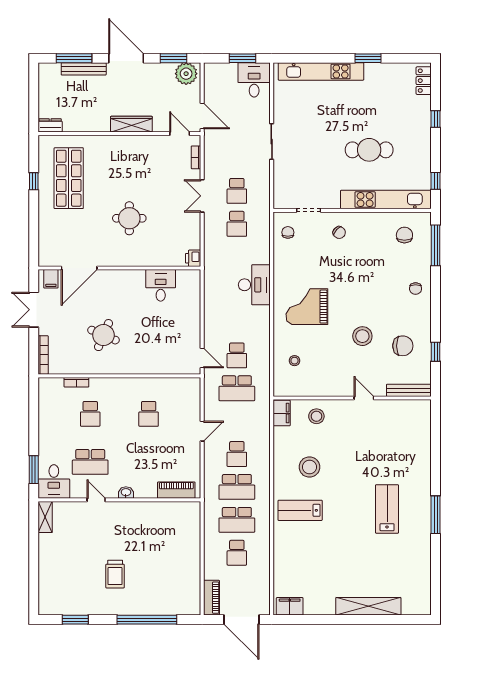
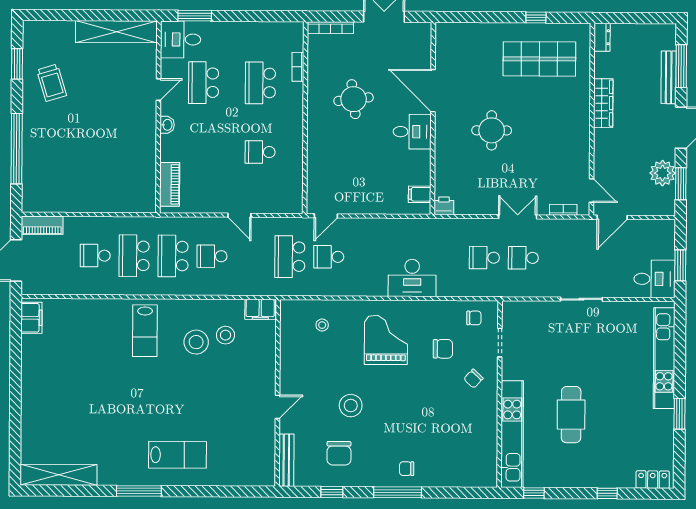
plant: (186, 74) -> (663, 173), moved
wardrobe: (131, 124) -> (603, 103), moved
door: (180, 134) -> (592, 191), hinge flipped
chair: (404, 235) -> (443, 349), moved
window: (436, 245) -> (398, 492), moved
door: (79, 268) -> (433, 91), moved
filing cabinet: (51, 279) -> (420, 194), moved
desk: (161, 285) -> (412, 132), moved
round table: (103, 335) -> (354, 99), turned -30
school desk: (90, 414) -> (260, 83), width x1.85
stool: (316, 416) -> (225, 335), moved
lab bench: (387, 509) -> (177, 455), moved
lab bench: (300, 510) -> (145, 331), turned 180
shelving: (45, 517) -> (116, 32), width x2.20, depth x1.33
trolley: (115, 574) -> (52, 83), moved, turned -107
shelving: (368, 606) -> (59, 475), moved, turned 90

